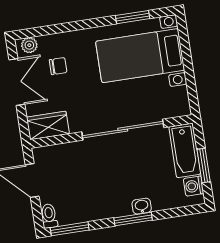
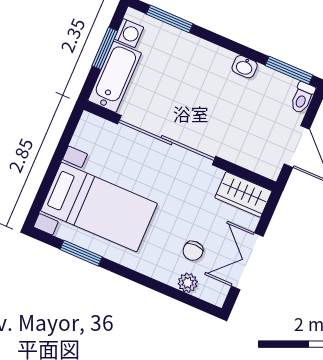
plant: (29, 45) -> (188, 283), moved
chair: (58, 66) -> (193, 251), turned -90
washbasin: (142, 206) -> (245, 67), moved
window: (133, 219) -> (170, 19), moved

